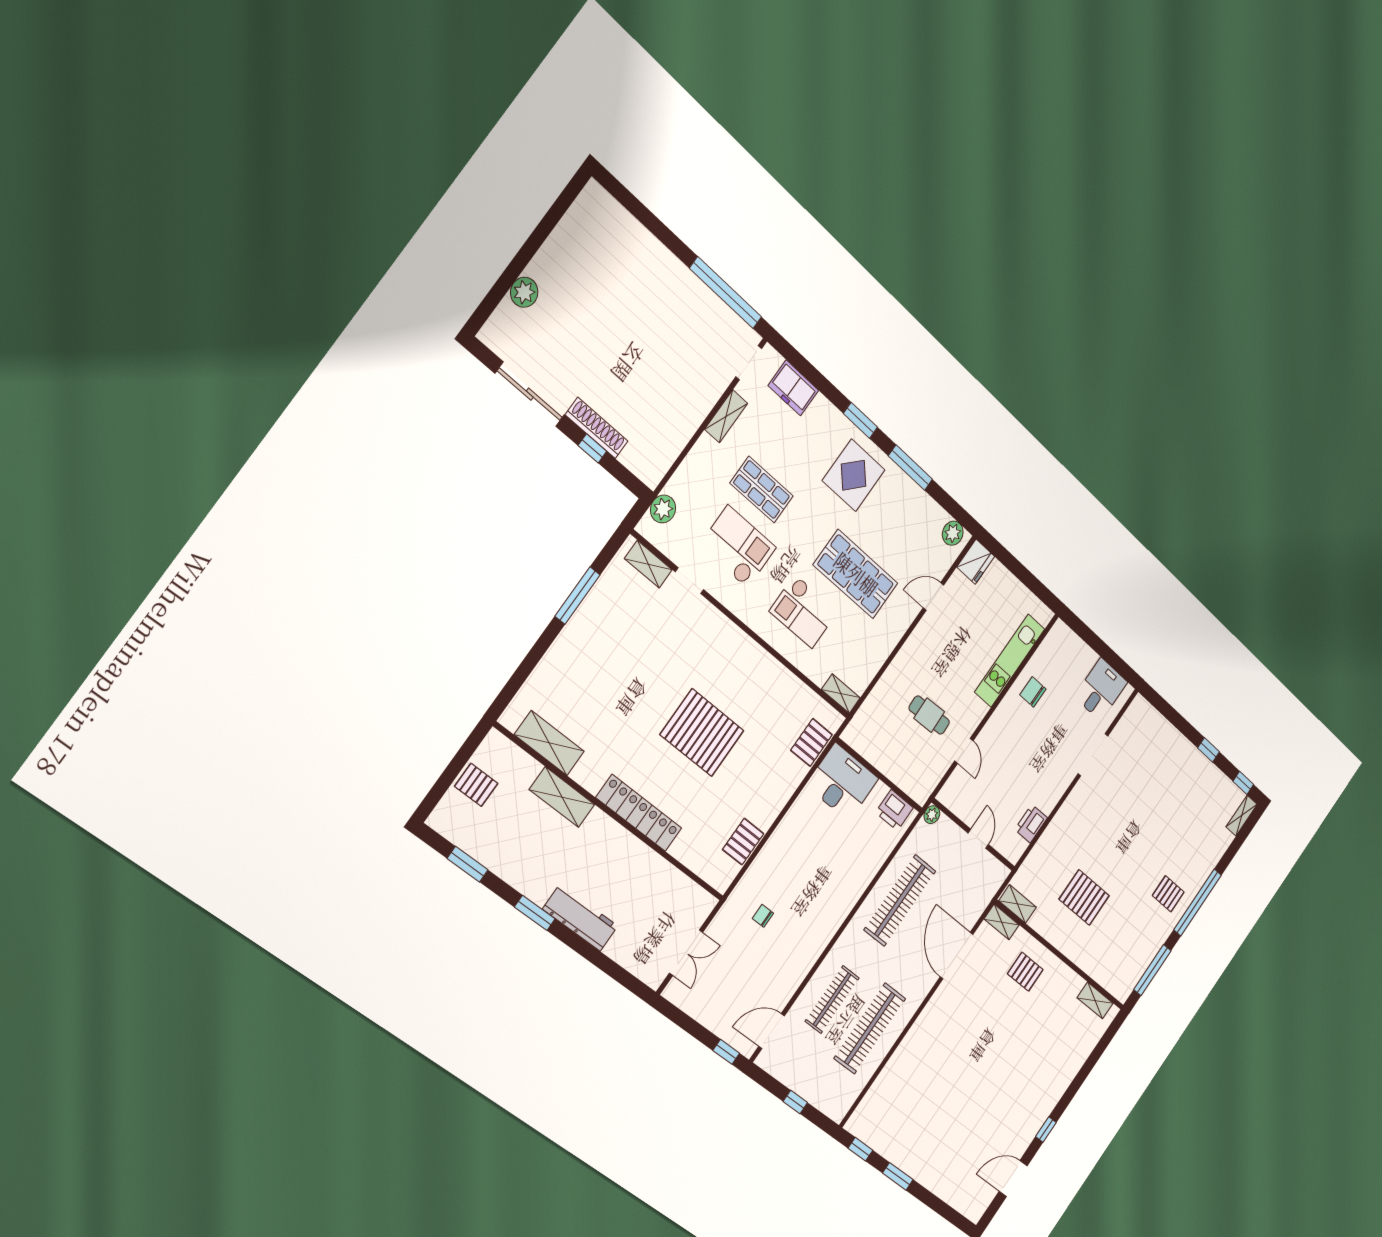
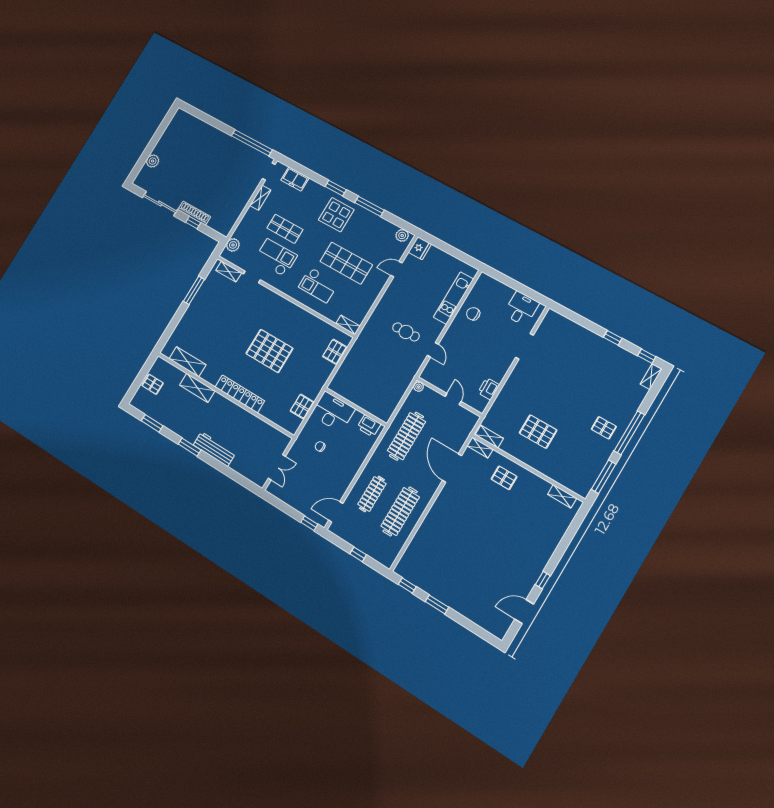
wall: (879, 775) -> (356, 407), moved
desk: (842, 782) -> (333, 412), moved
printer: (894, 810) -> (369, 426), moved

